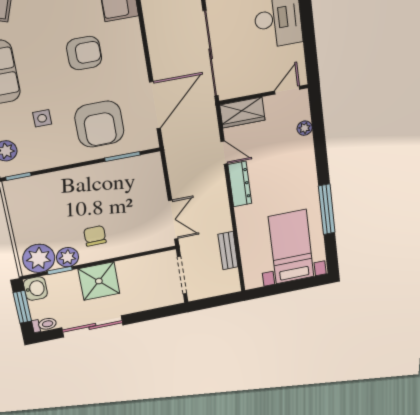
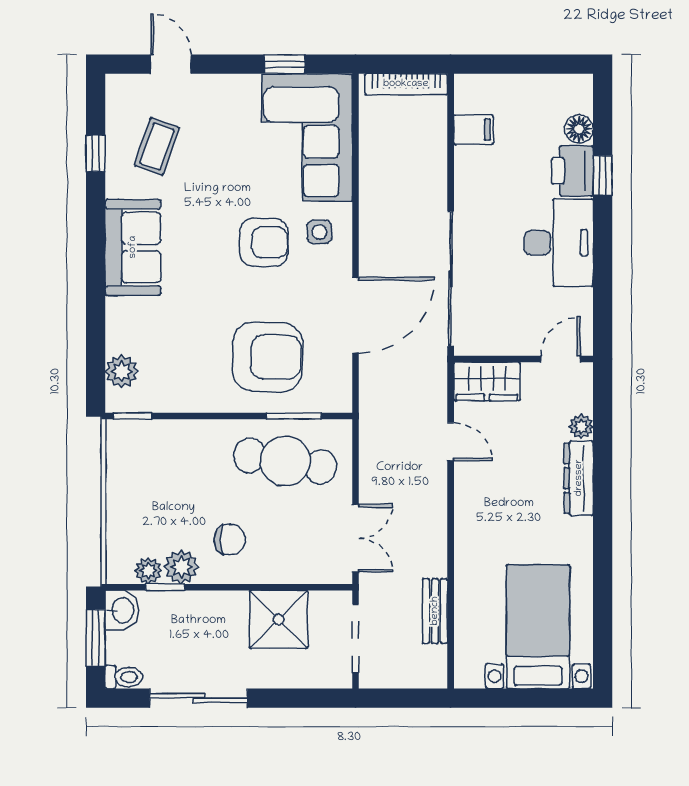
door: (155, 105) -> (355, 315), moved
side table: (42, 118) -> (319, 232), moved
armchair: (99, 124) -> (268, 357), turned -88
cafe table: (122, 184) -> (285, 461), added
dresser: (240, 184) -> (579, 478), moved, turned 180
window: (327, 209) -> (603, 573), removed
chair: (95, 236) -> (230, 540), turned 90
plant: (39, 258) -> (148, 571), width x0.53, depth x0.53
shower: (99, 281) -> (279, 619), moved

